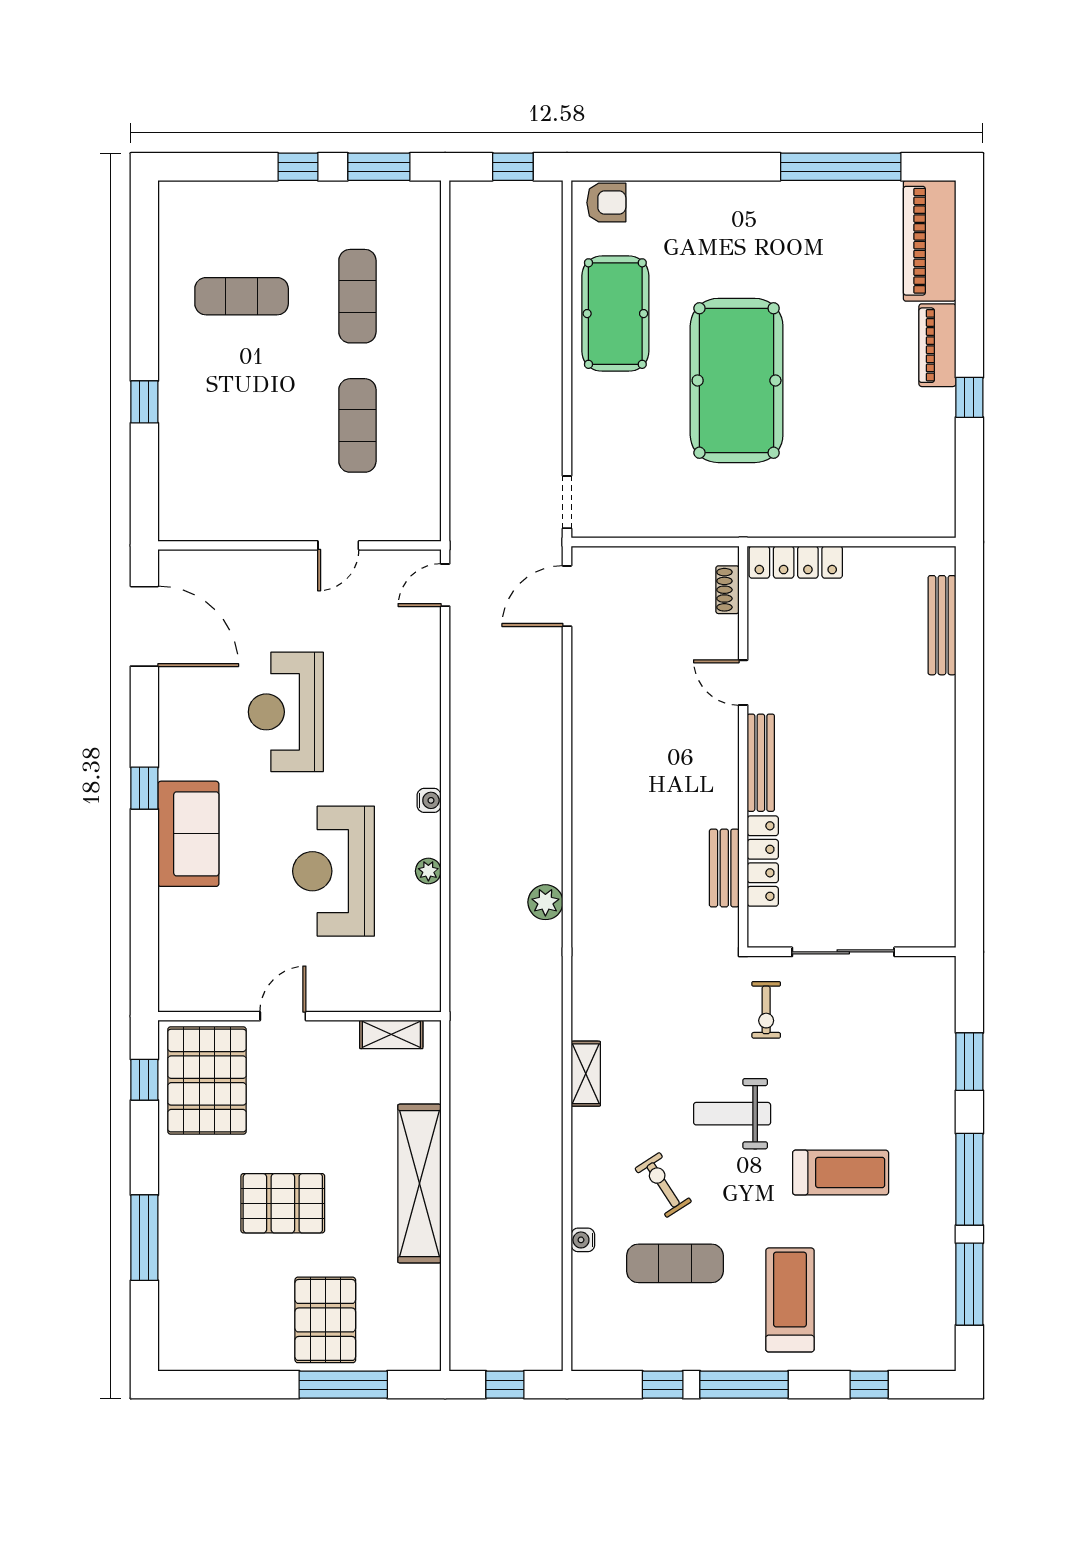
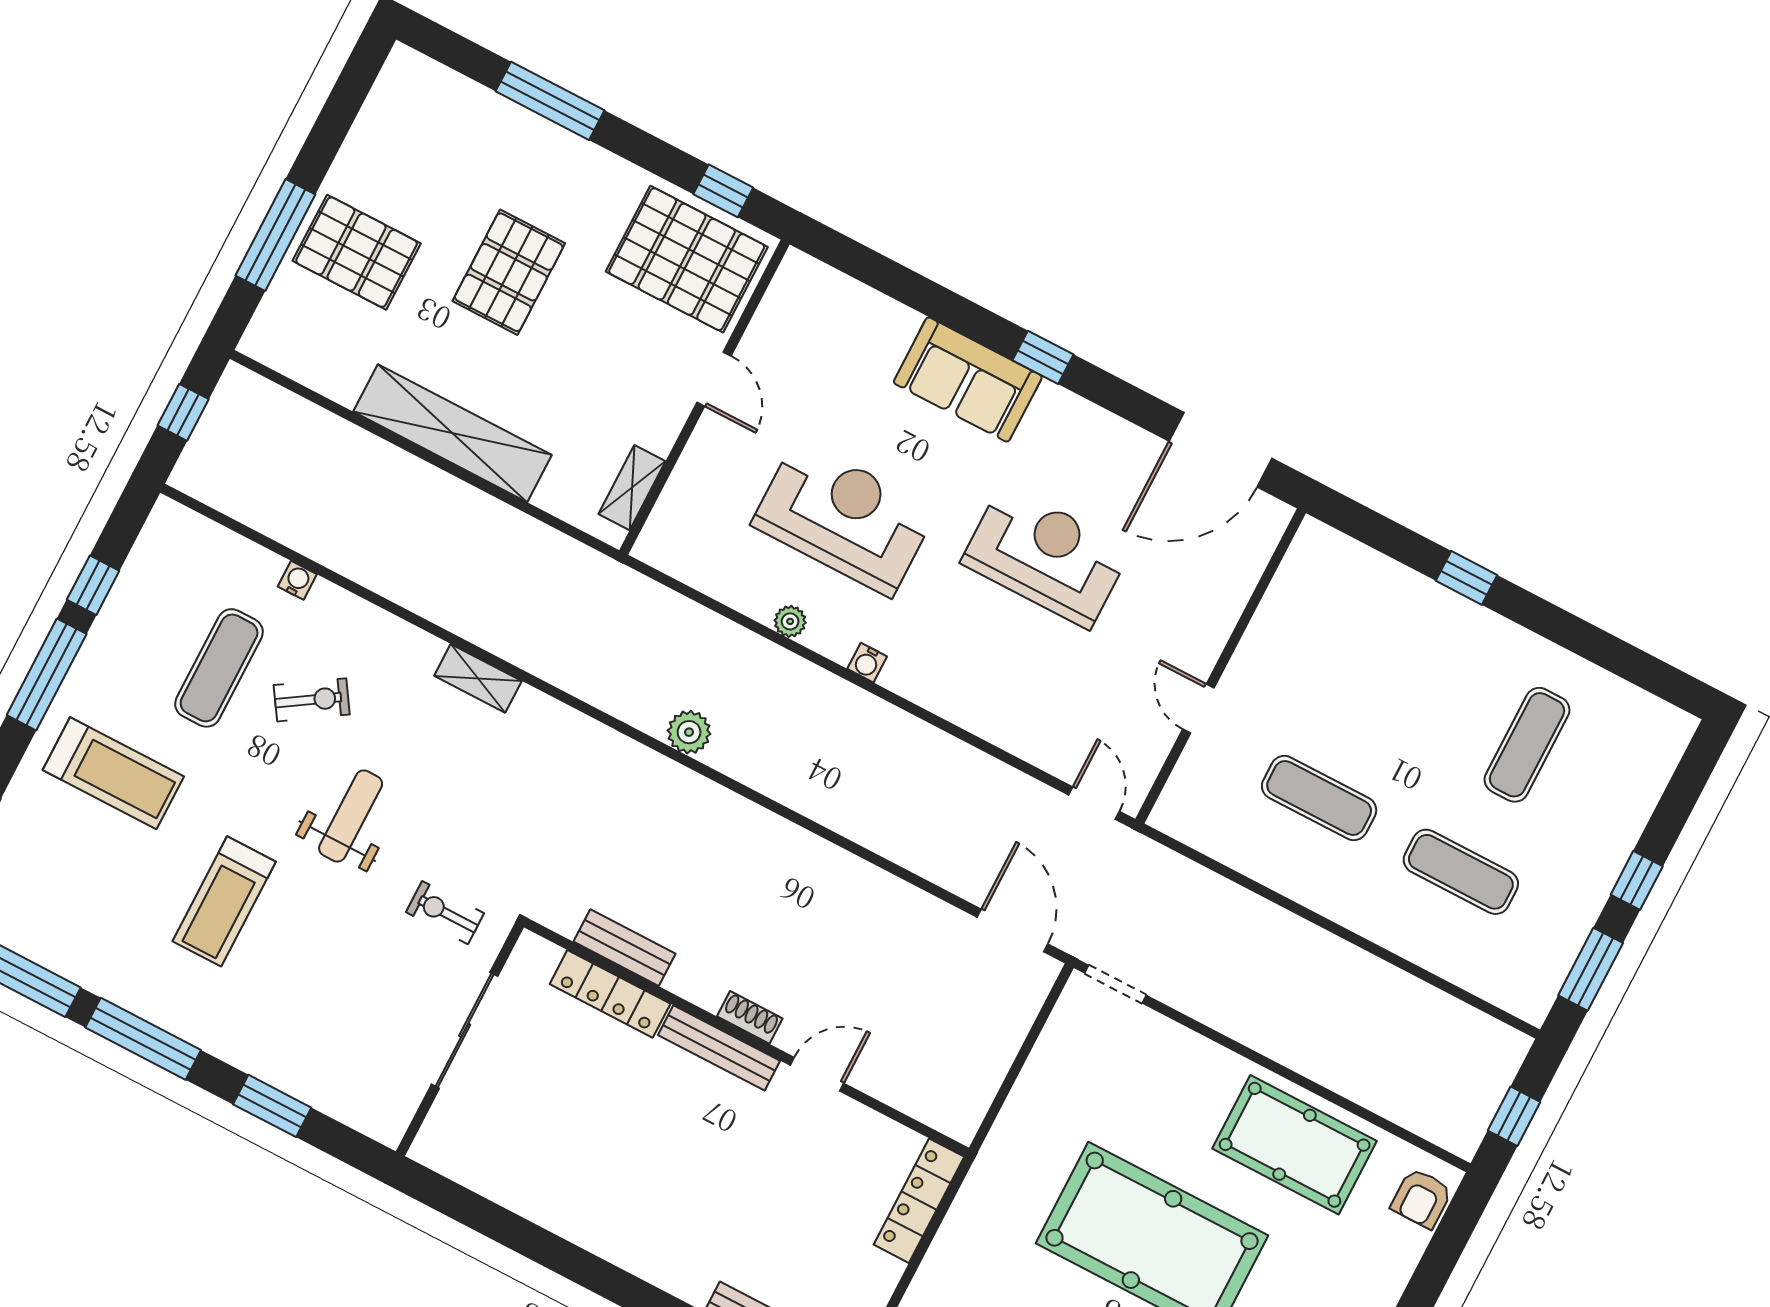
shoe rack: (727, 590) -> (750, 1017), moved

